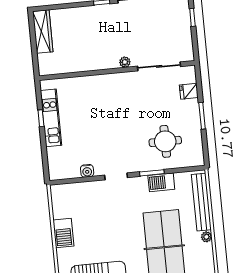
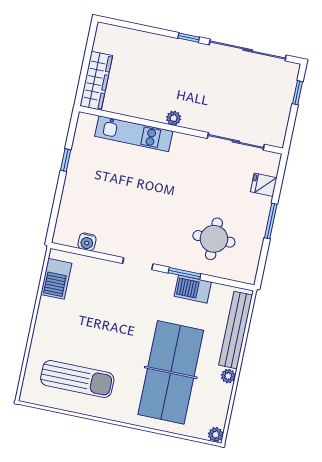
wardrobe: (43, 32) -> (96, 81), moved
plant: (125, 62) -> (174, 118), moved
kitchen unit: (51, 118) -> (134, 134), moved, turned 90
water cooler: (87, 171) -> (87, 242), moved
barbecue: (63, 233) -> (56, 279), moved

